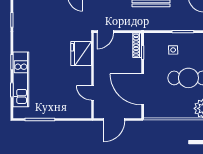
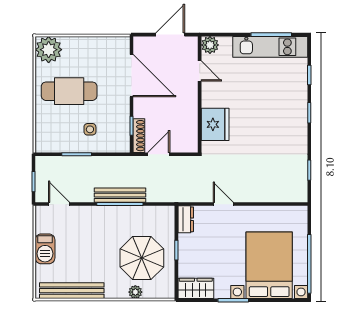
door: (105, 32) -> (159, 154), moved
kitchen unit: (21, 79) -> (270, 47), moved, turned -90
plant: (85, 112) -> (210, 45), added

